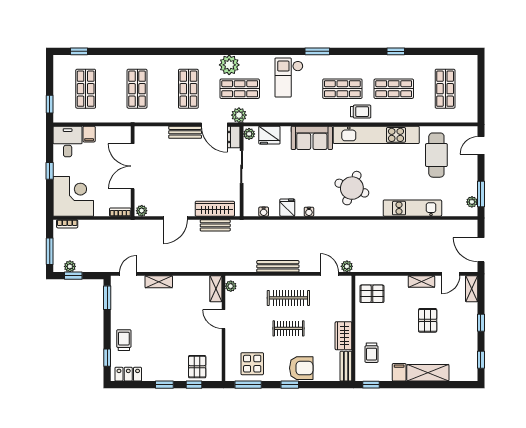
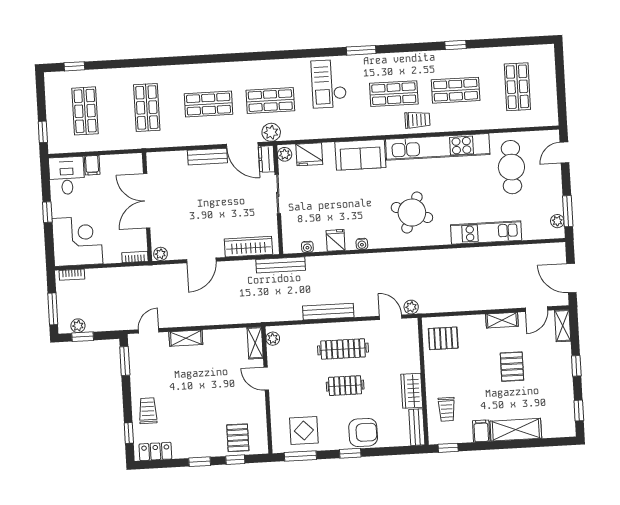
plant: (229, 65) -> (256, 73), removed
shop shelf: (188, 89) -> (209, 104), turned 90
bench: (215, 225) -> (281, 265), moved, width x1.36

